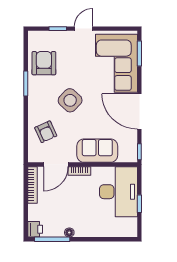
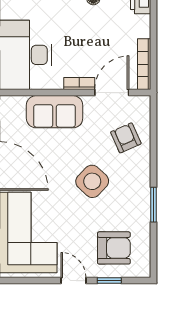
door: (84, 29) -> (73, 281), swing flipped
armchair: (44, 63) -> (114, 248), moved, turned -90

